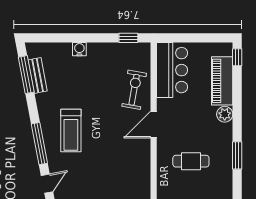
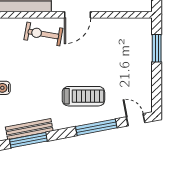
bench: (38, 75) -> (29, 129), width x1.36
door: (154, 125) -> (78, 15), hinge flipped

